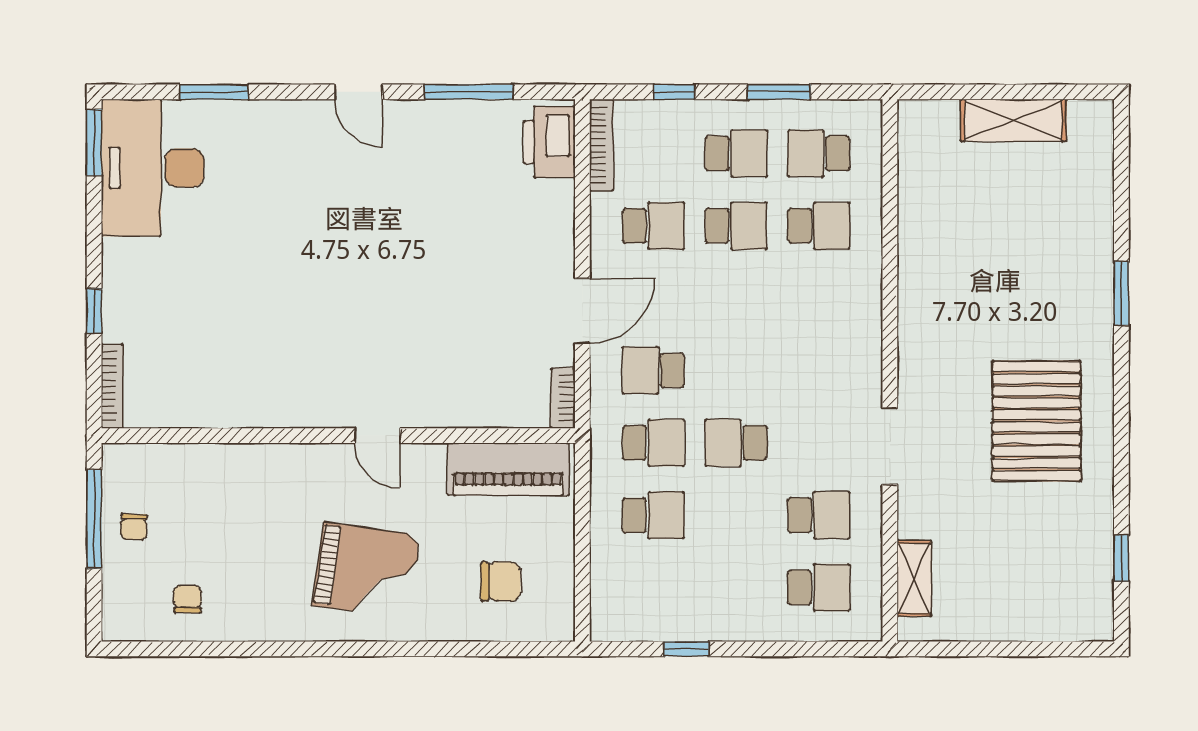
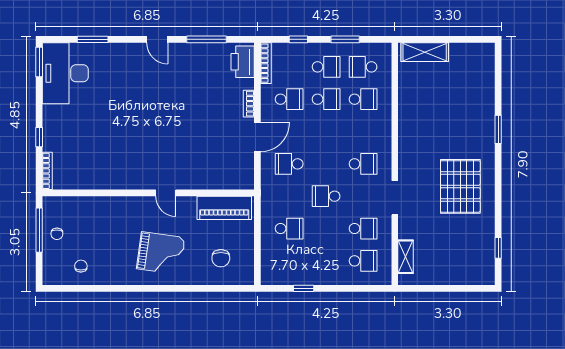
shelving: (1013, 120) -> (425, 52), moved
bookcase: (563, 398) -> (249, 104), moved
school desk: (653, 443) -> (363, 164), moved
chair: (501, 581) -> (221, 258), turned 90

